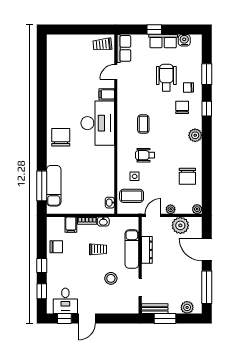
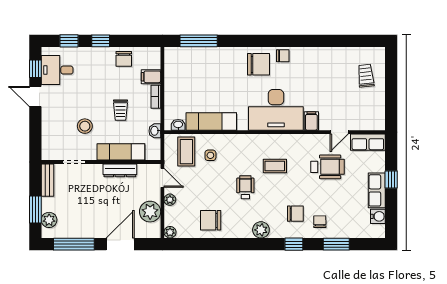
trolley: (102, 45) -> (366, 76), moved
door: (116, 72) -> (339, 132), swing flipped
wheelchair: (166, 78) -> (327, 167), moved
chair: (54, 118) -> (283, 56), added
wheelchair: (145, 155) -> (245, 187), moved
exam couch: (54, 186) -> (211, 121), moved, turned 180
washbasin: (103, 222) -> (155, 131), moved
window: (165, 319) -> (35, 210), moved

